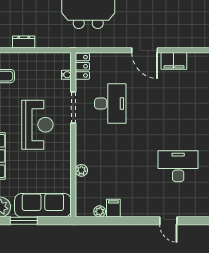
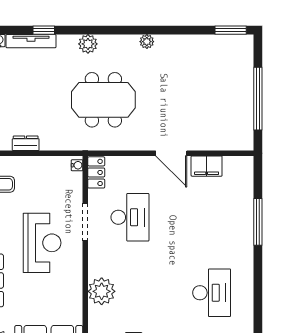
water cooler: (66, 75) -> (77, 165), moved
desk: (178, 166) -> (212, 293), turned 90
plant: (81, 170) -> (102, 291), width x1.88, depth x1.88

